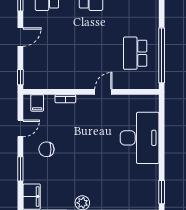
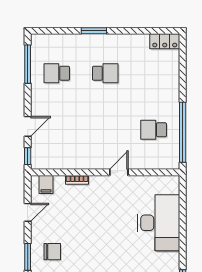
door: (20, 37) -> (28, 126), moved
school desk: (135, 53) -> (154, 130), width x0.54
chair: (46, 149) -> (52, 252), moved, turned 180

